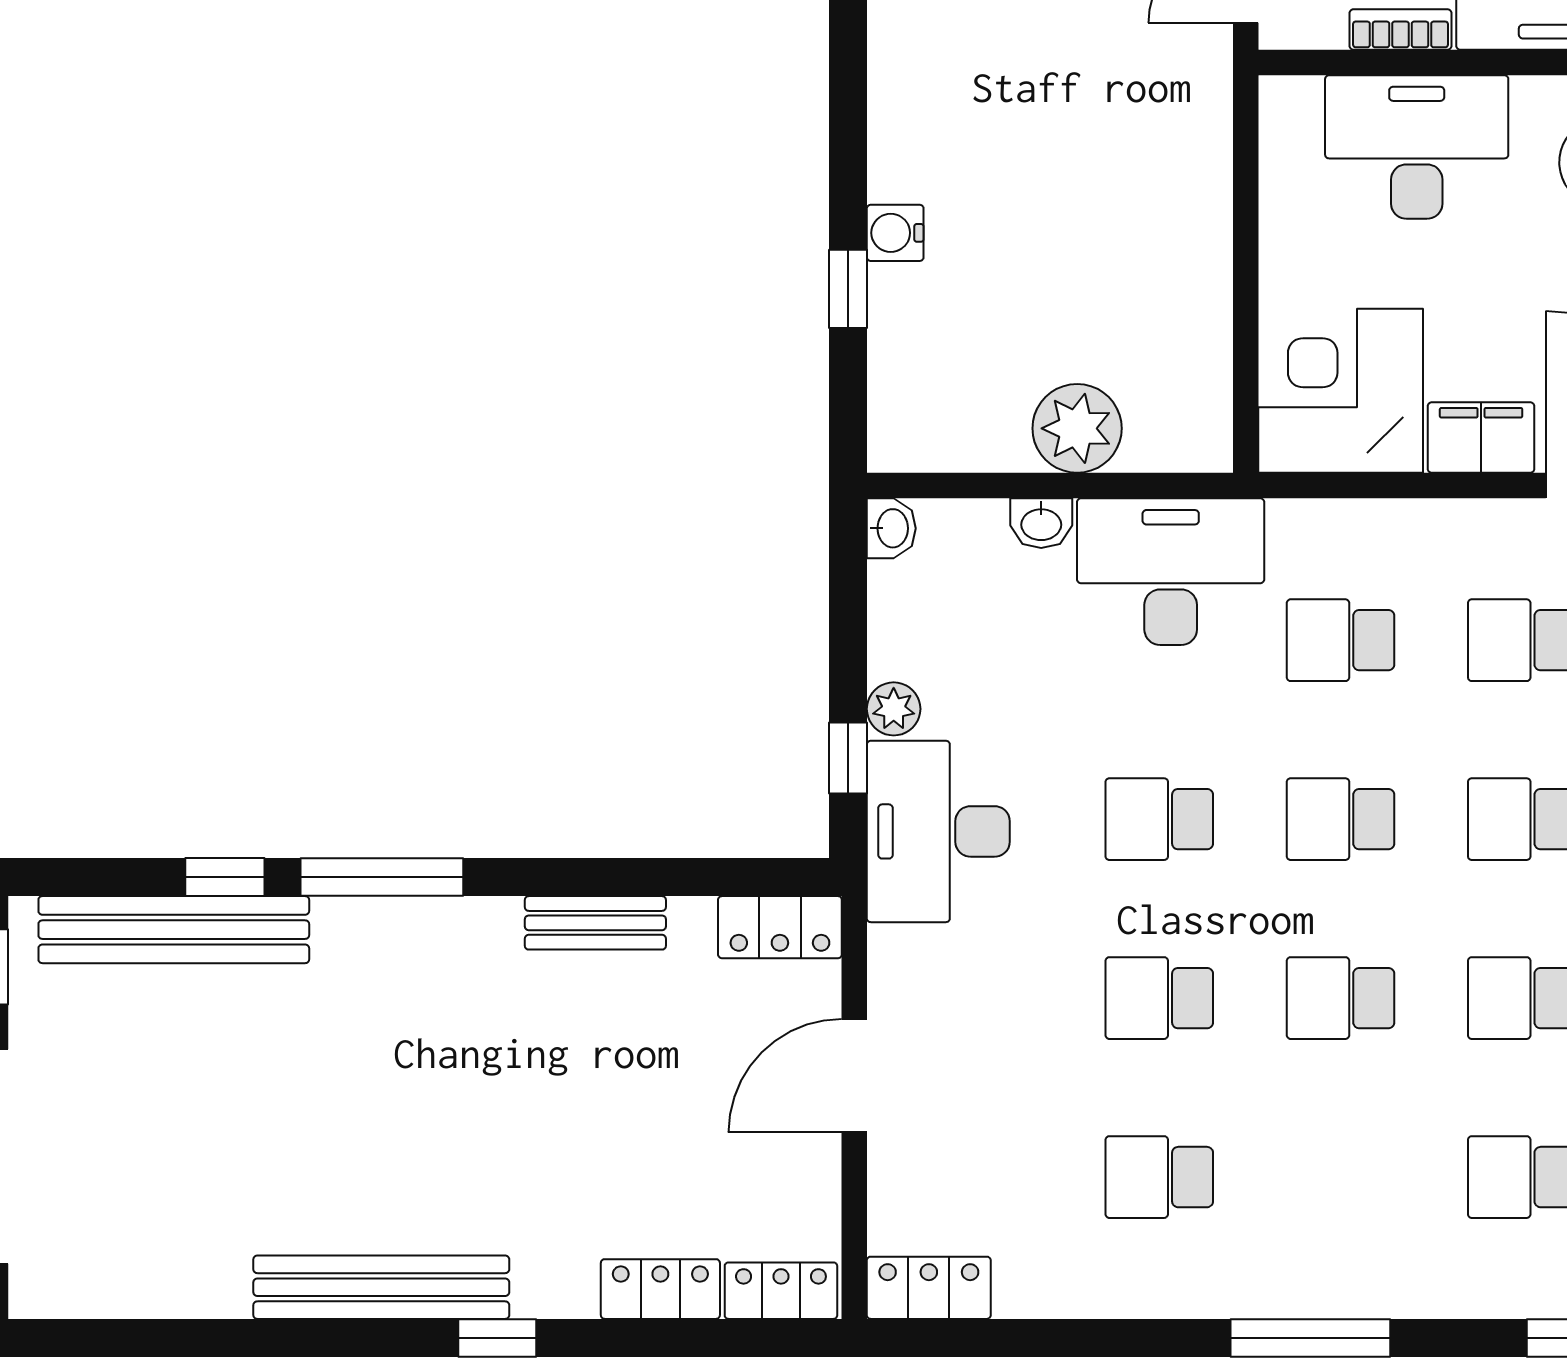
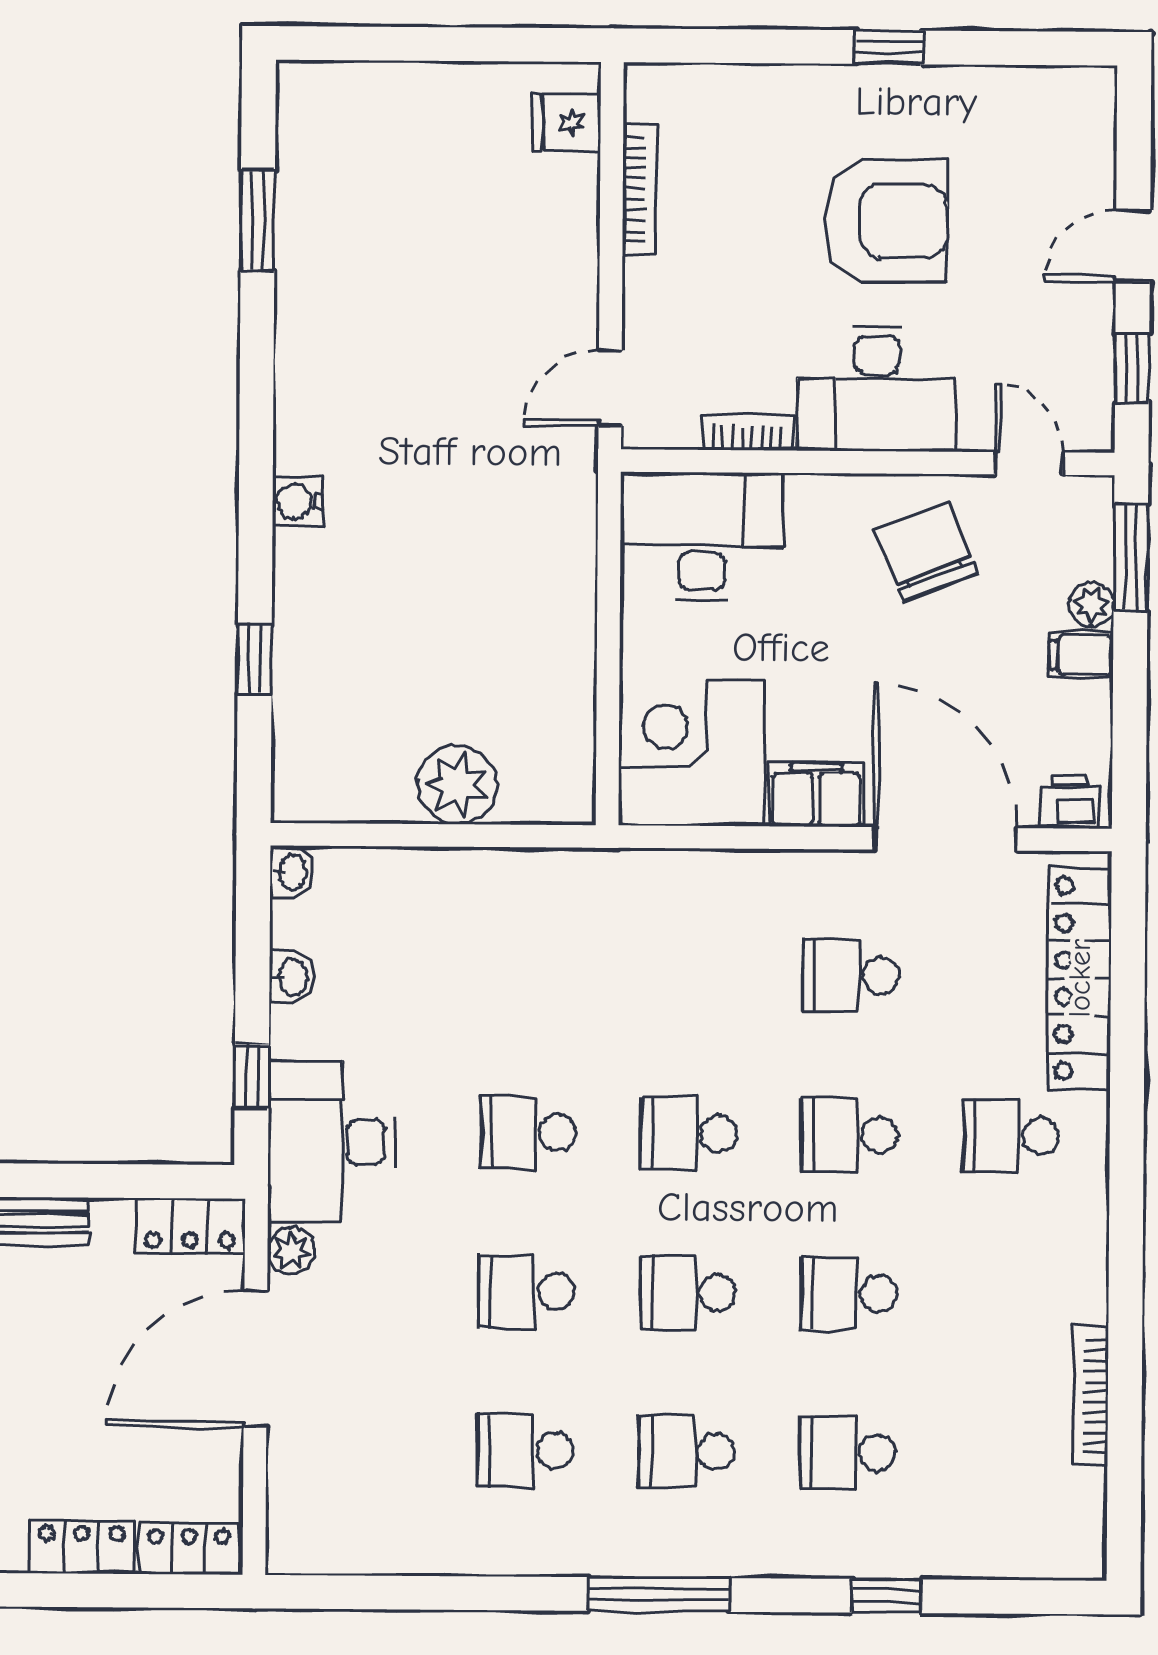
desk: (1417, 147) -> (702, 536), moved
water cooler: (895, 233) -> (298, 501), moved
washbasin: (1041, 523) -> (292, 977), moved, turned -90
desk: (1171, 572) -> (540, 913), removed
school desk: (1341, 640) -> (687, 1452), moved
plant: (894, 709) -> (291, 1251), moved
door: (854, 1076) -> (255, 1359), width x1.36
locker: (929, 1288) -> (320, 1547), removed

